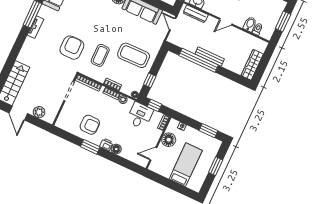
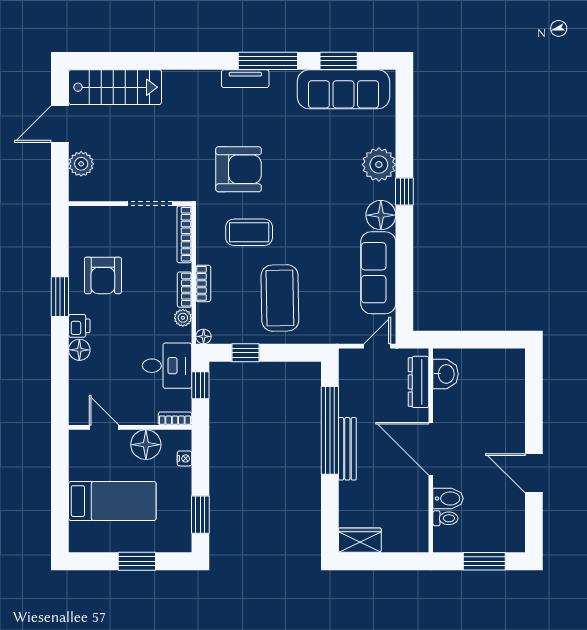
door: (226, 22) -> (431, 449), width x1.88
wardrobe: (252, 65) -> (360, 540), width x0.67

